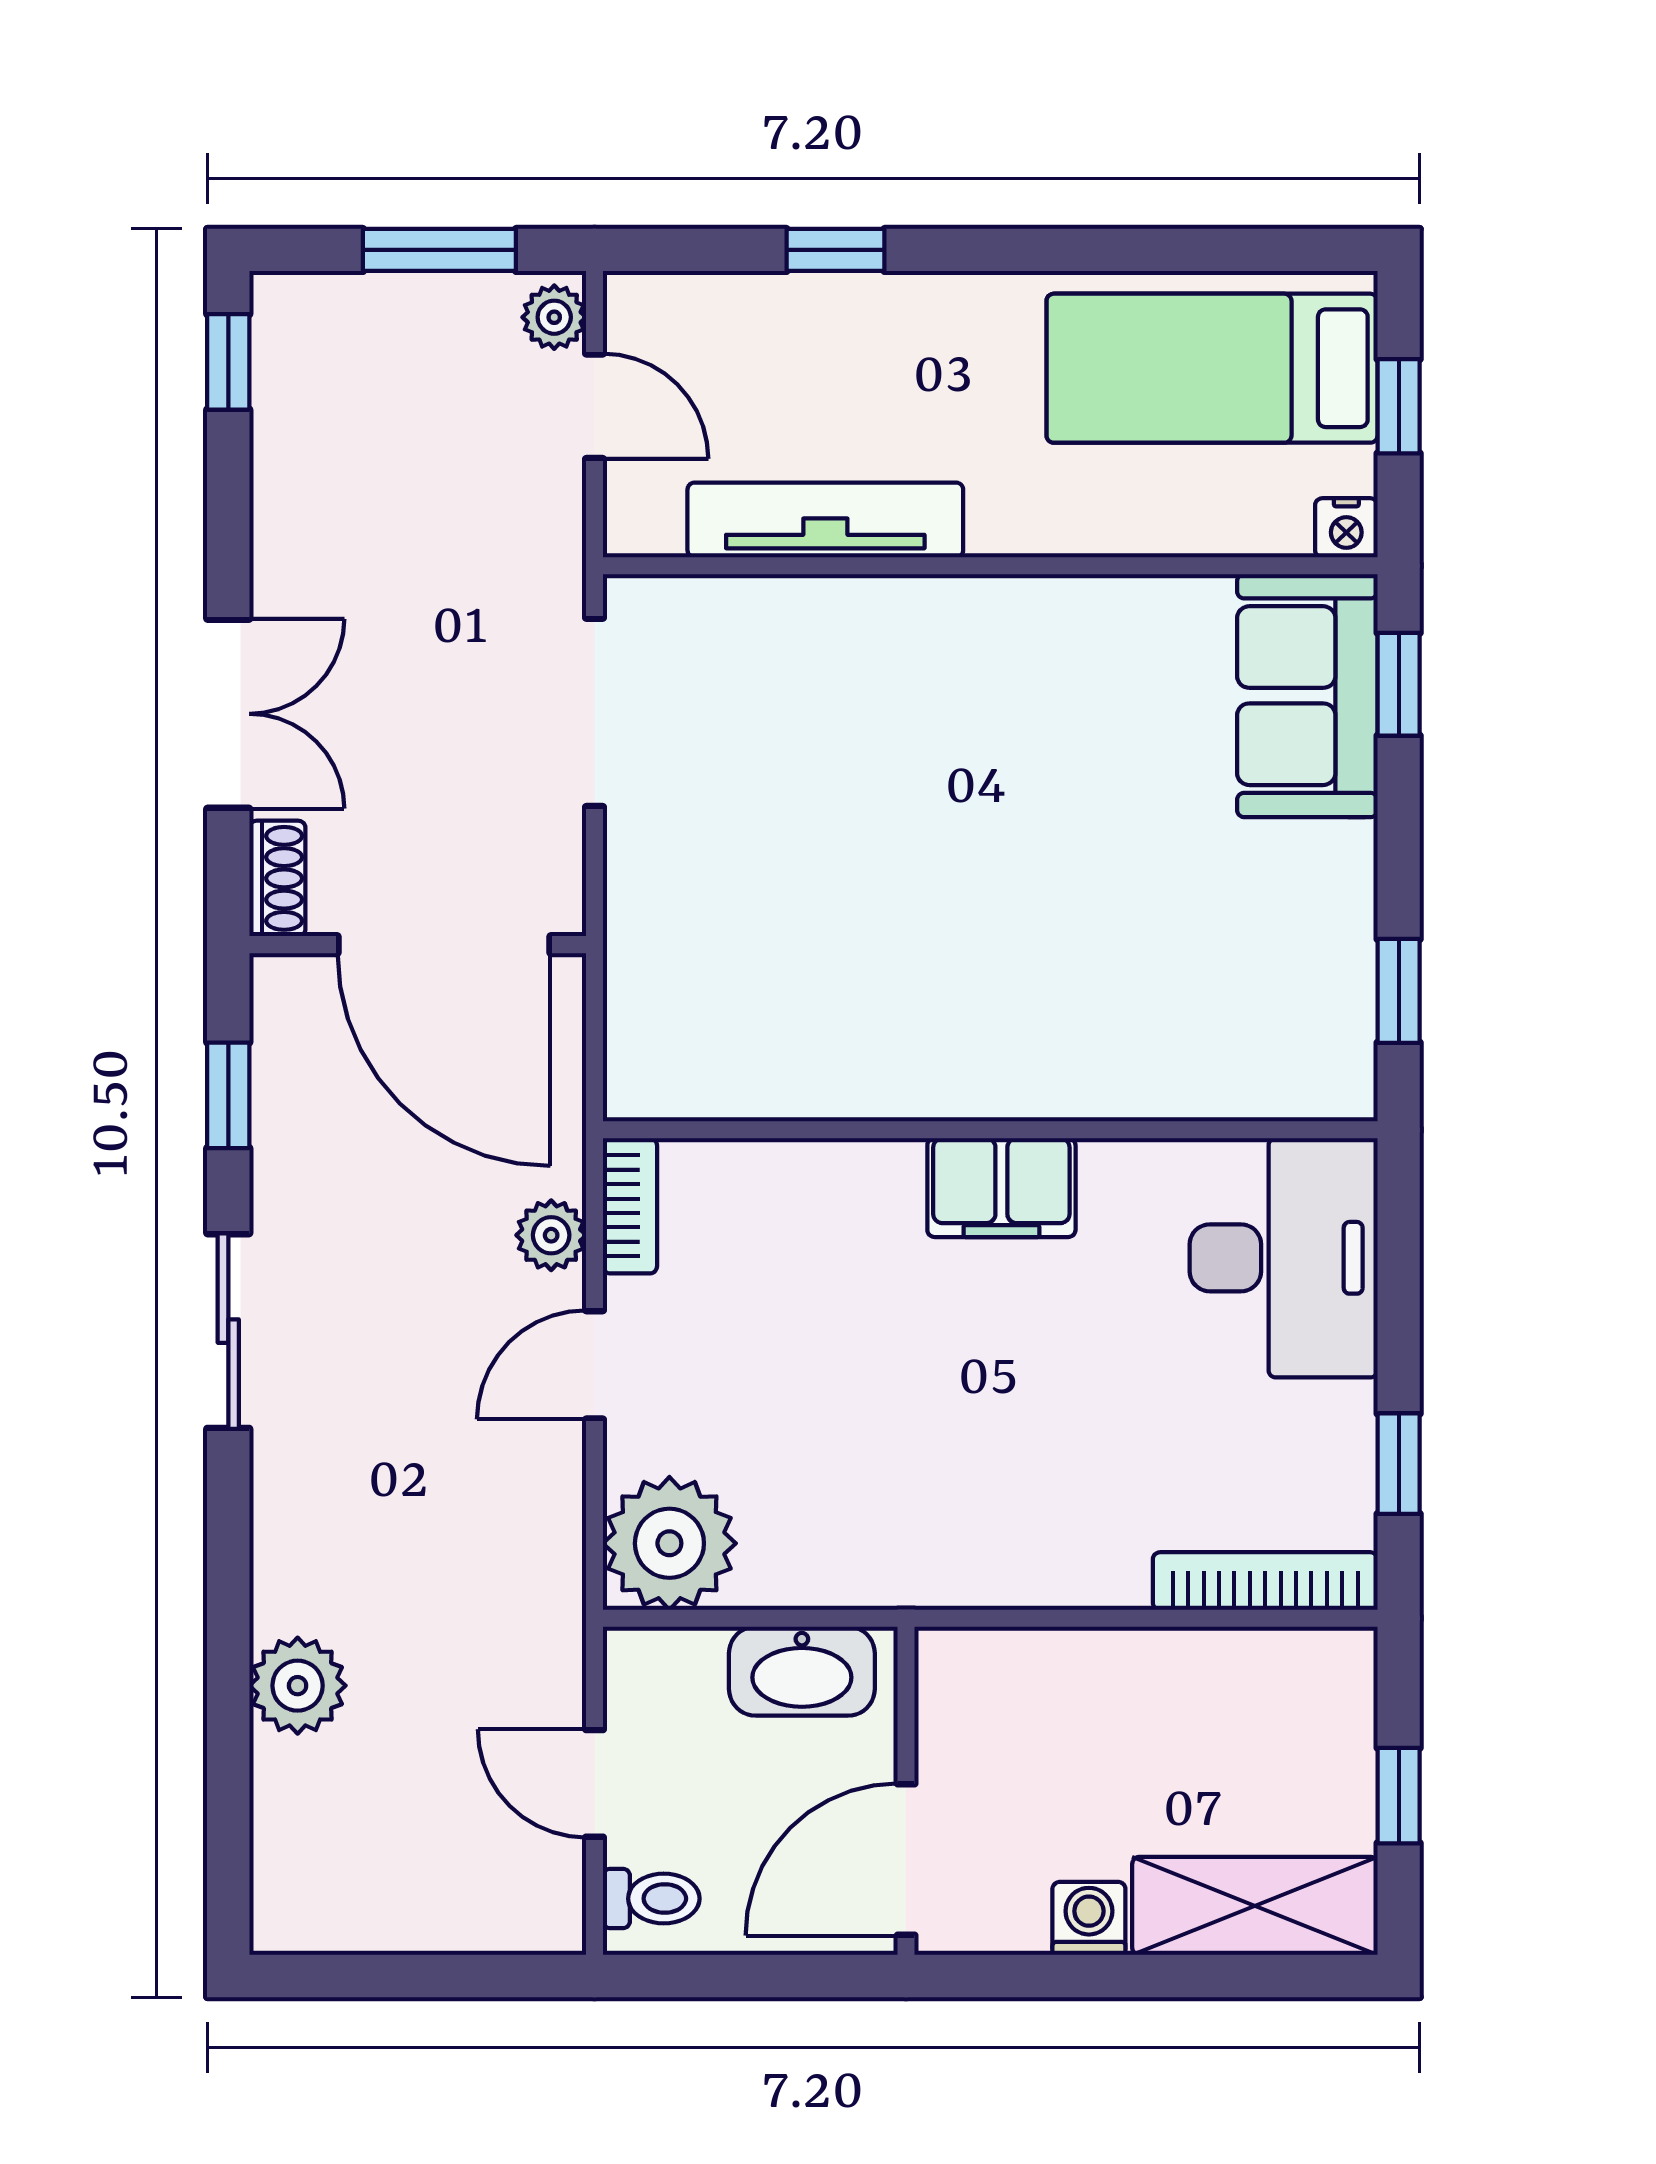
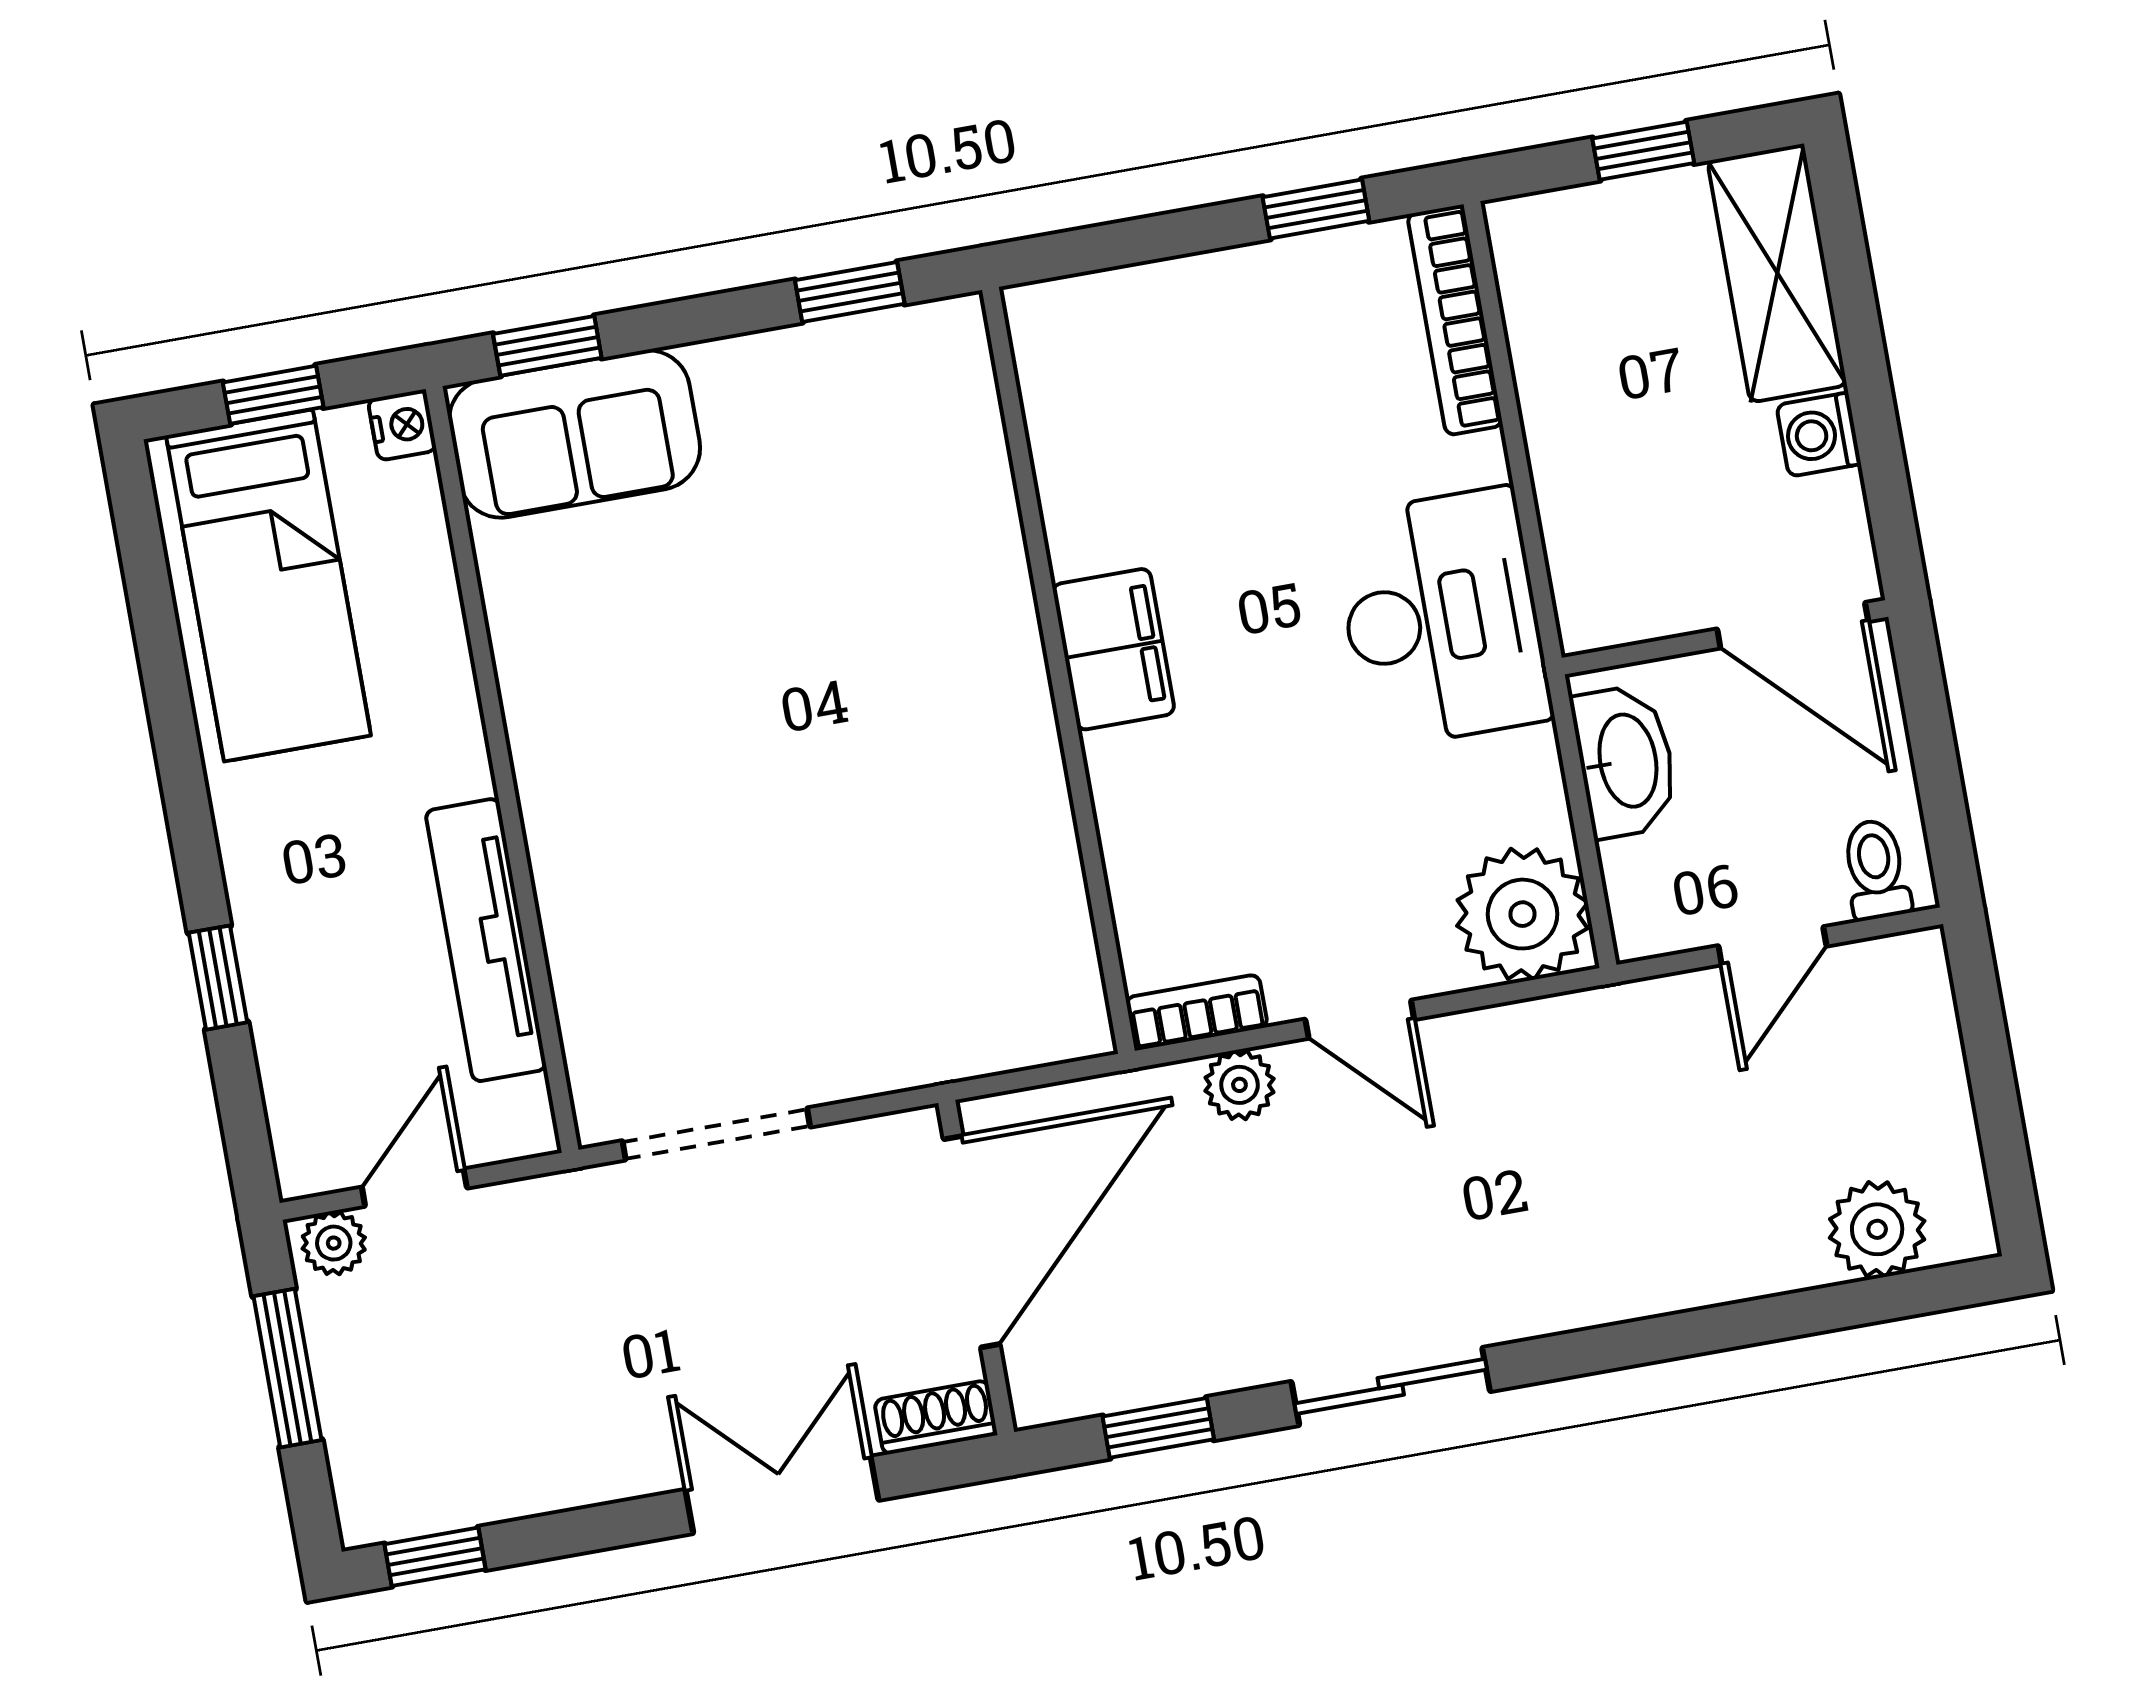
desk: (1284, 1258) -> (1442, 618), moved, turned 90
plant: (298, 1686) -> (1877, 1229), moved

